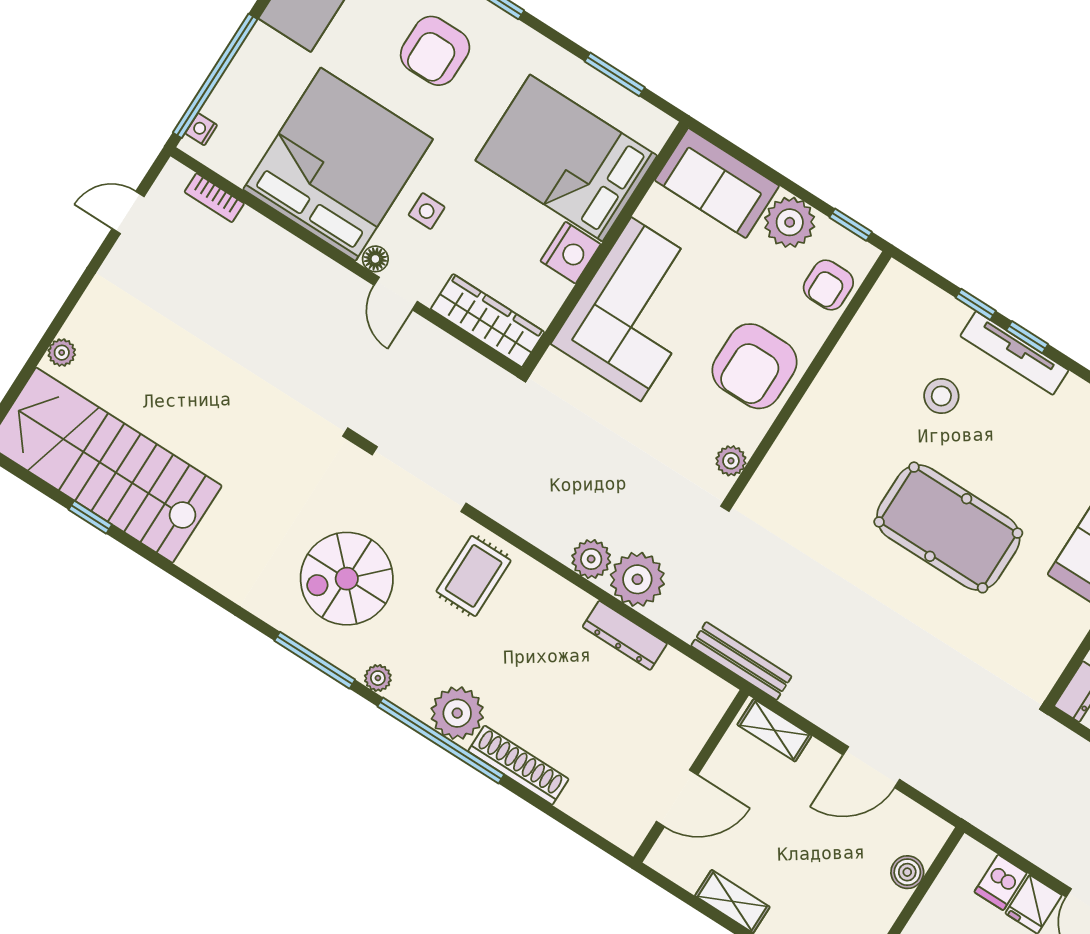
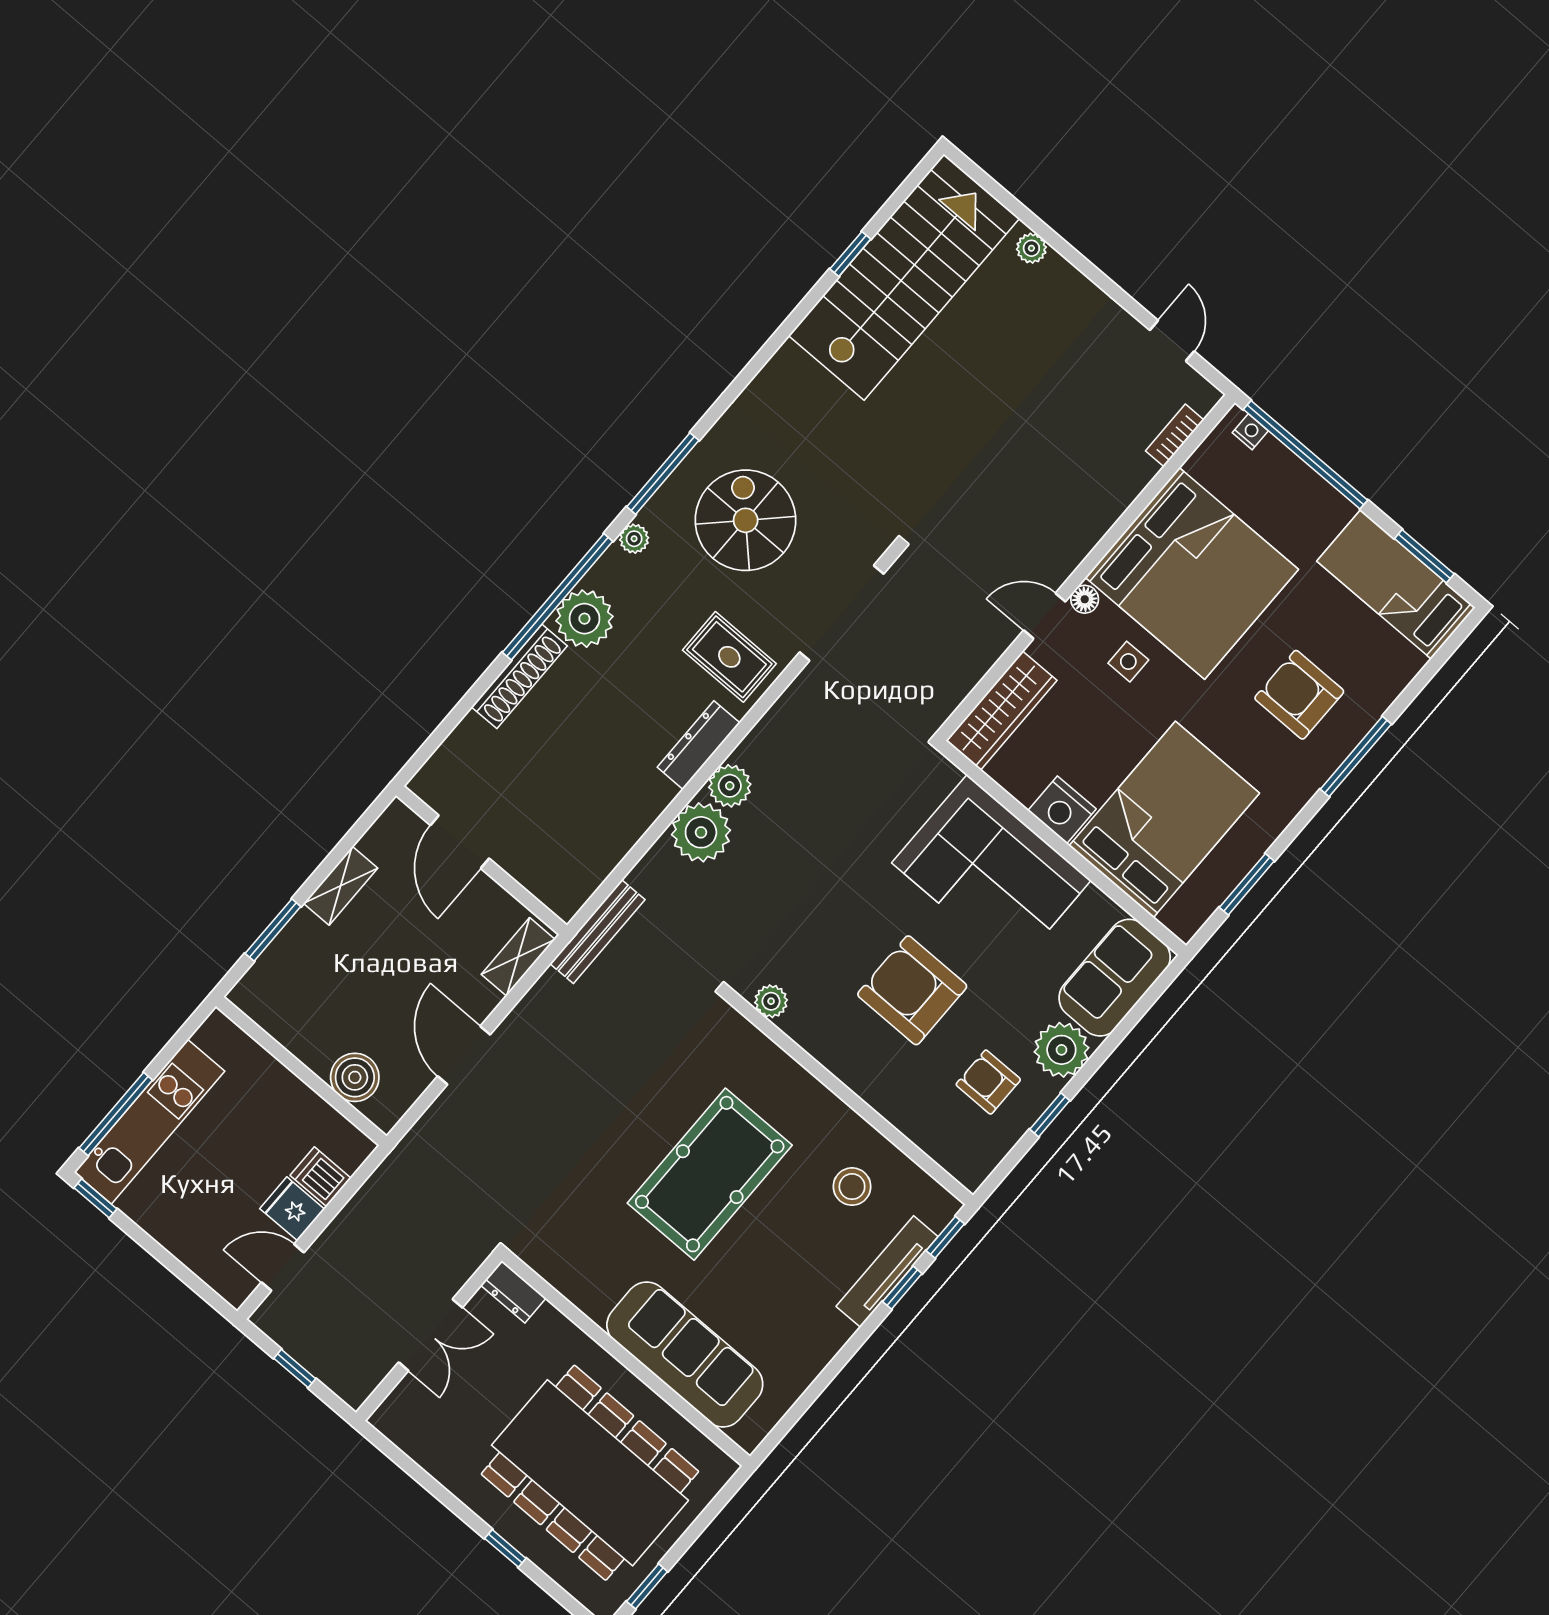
wall: (809, 377) -> (849, 1097), moved
plant: (731, 461) -> (771, 1001), moved
dresser: (625, 635) -> (699, 745), moved
boiler: (907, 872) -> (355, 1077), width x1.36, depth x1.36

